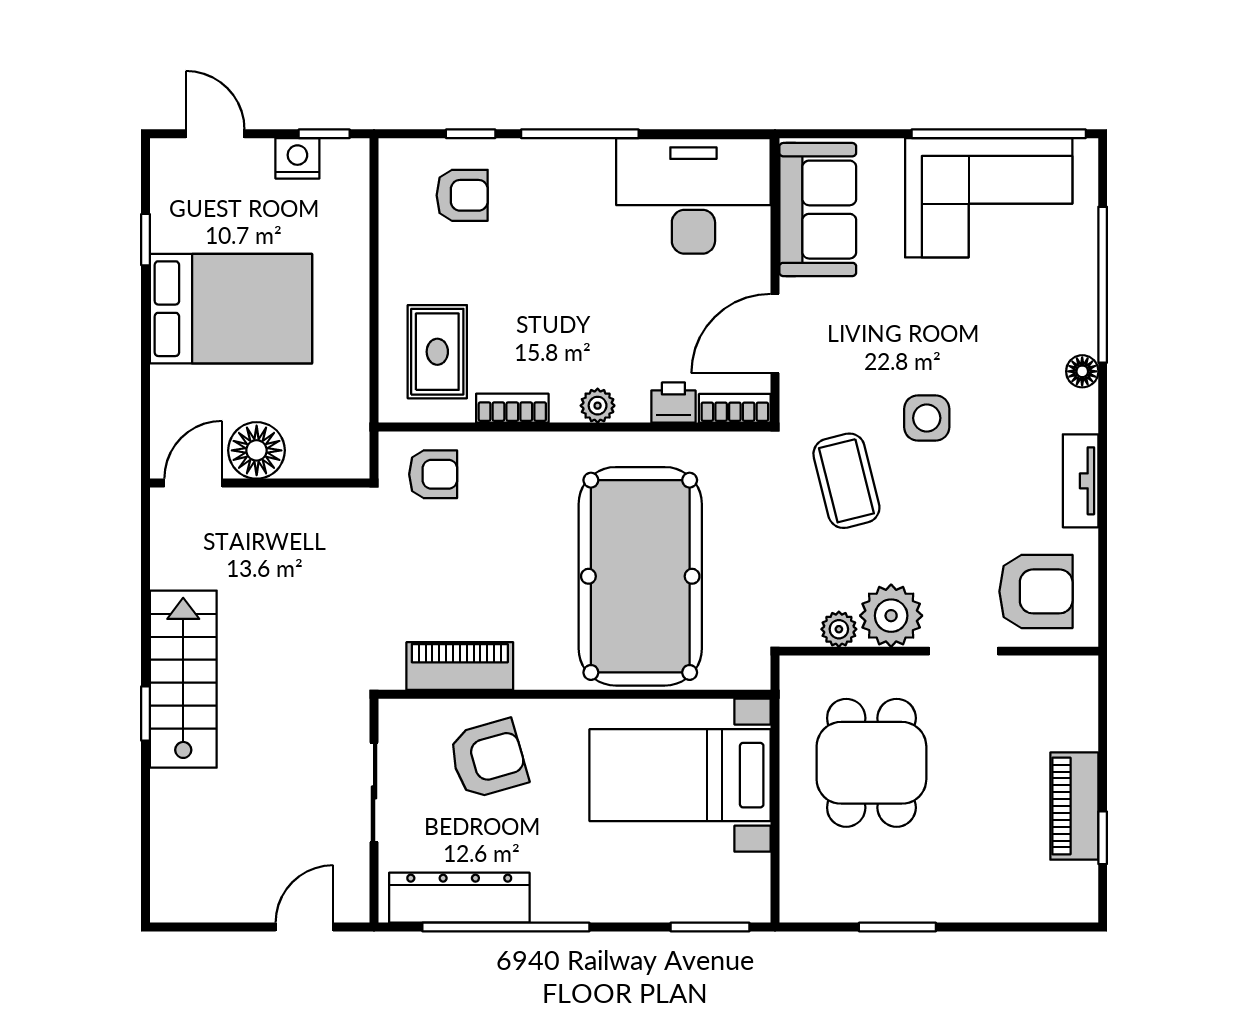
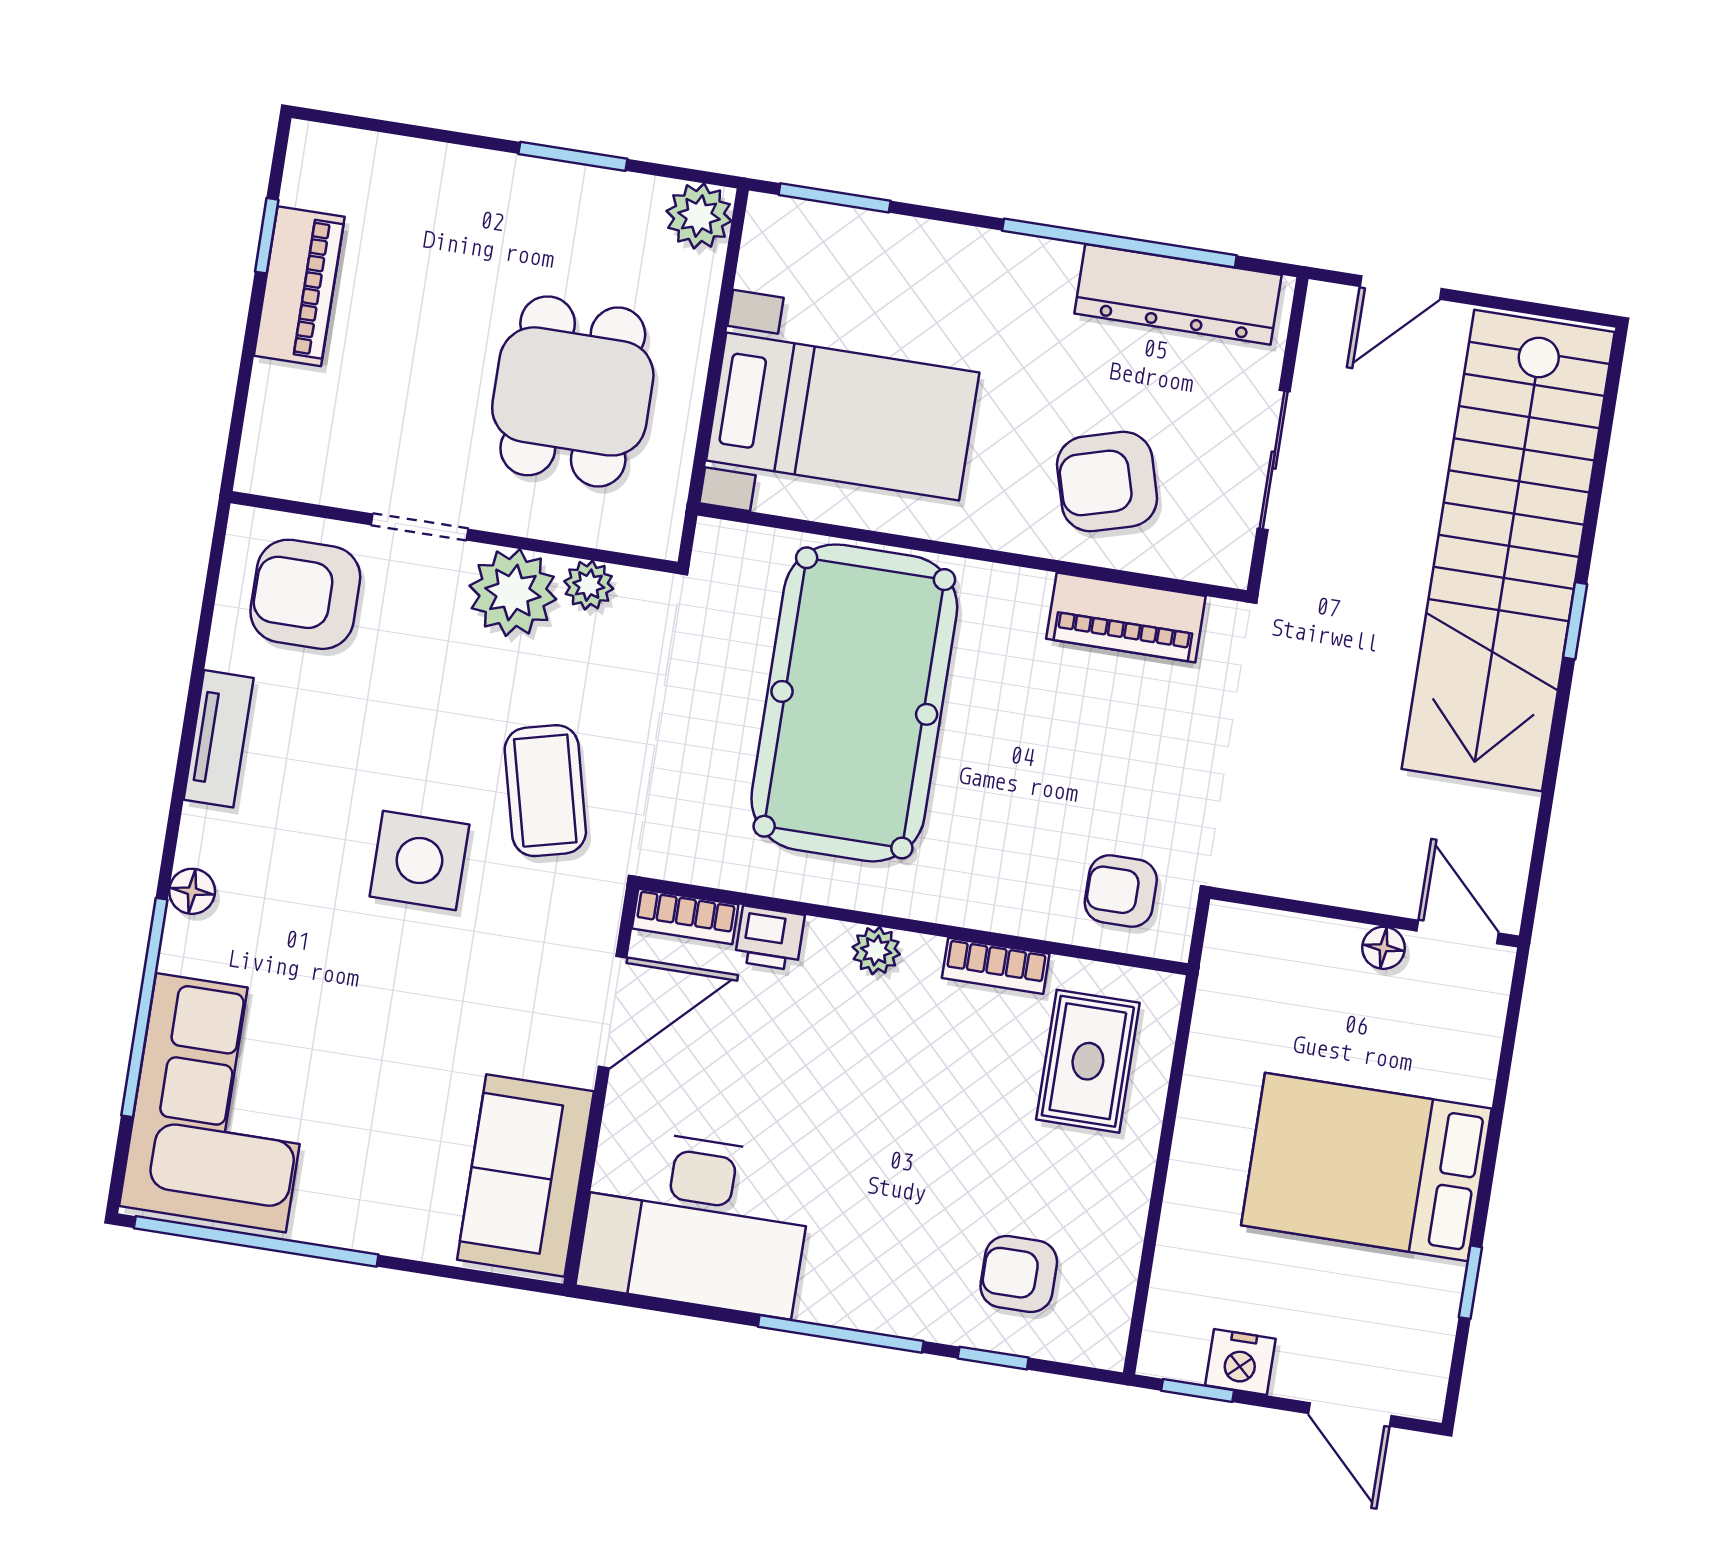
corner sofa: (989, 198) -> (221, 1103), moved, turned 90
side table: (927, 418) -> (419, 860), width x1.37, depth x1.37
floor lamp: (257, 450) -> (1384, 948), width x0.53, depth x0.53
door: (193, 483) -> (1458, 932), swing flipped
stairs: (183, 679) -> (1508, 550), width x1.86, depth x1.51
plant: (803, 899) -> (699, 216), added

